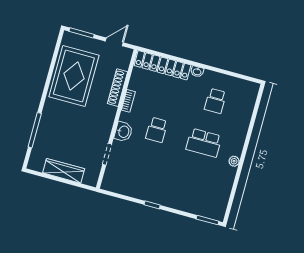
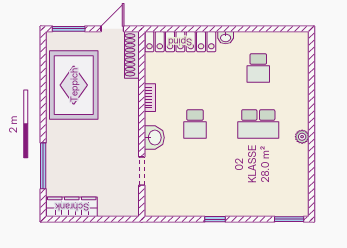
shoe rack: (117, 88) -> (132, 55), moved
wardrobe: (64, 171) -> (72, 207), moved

